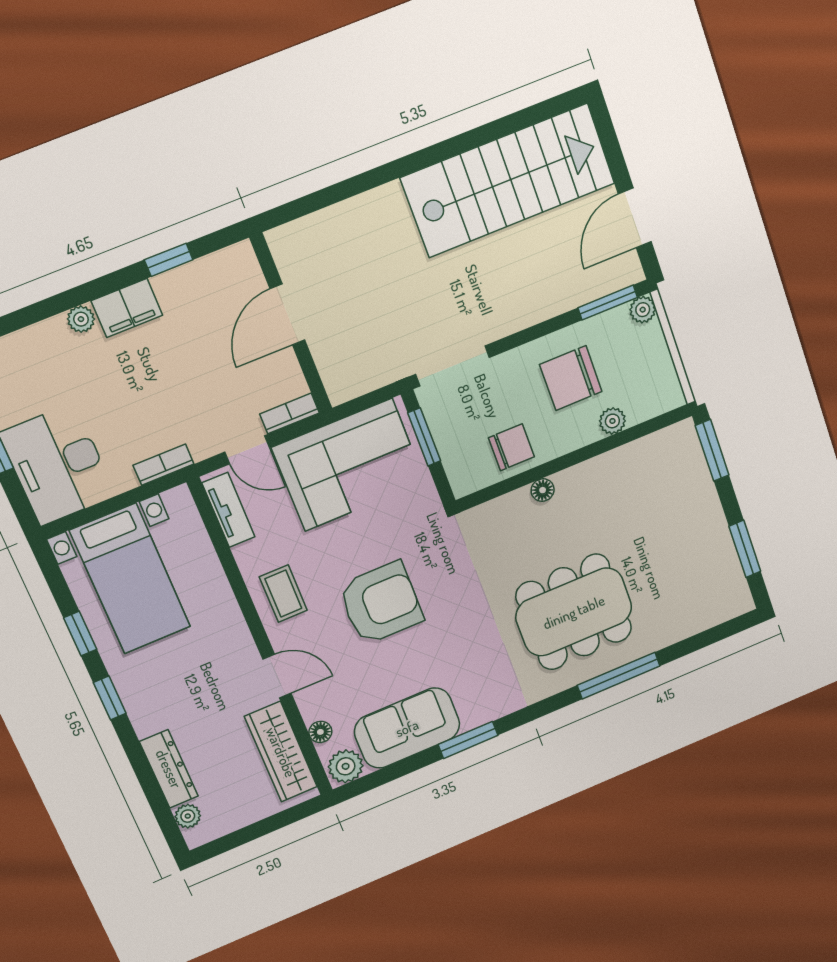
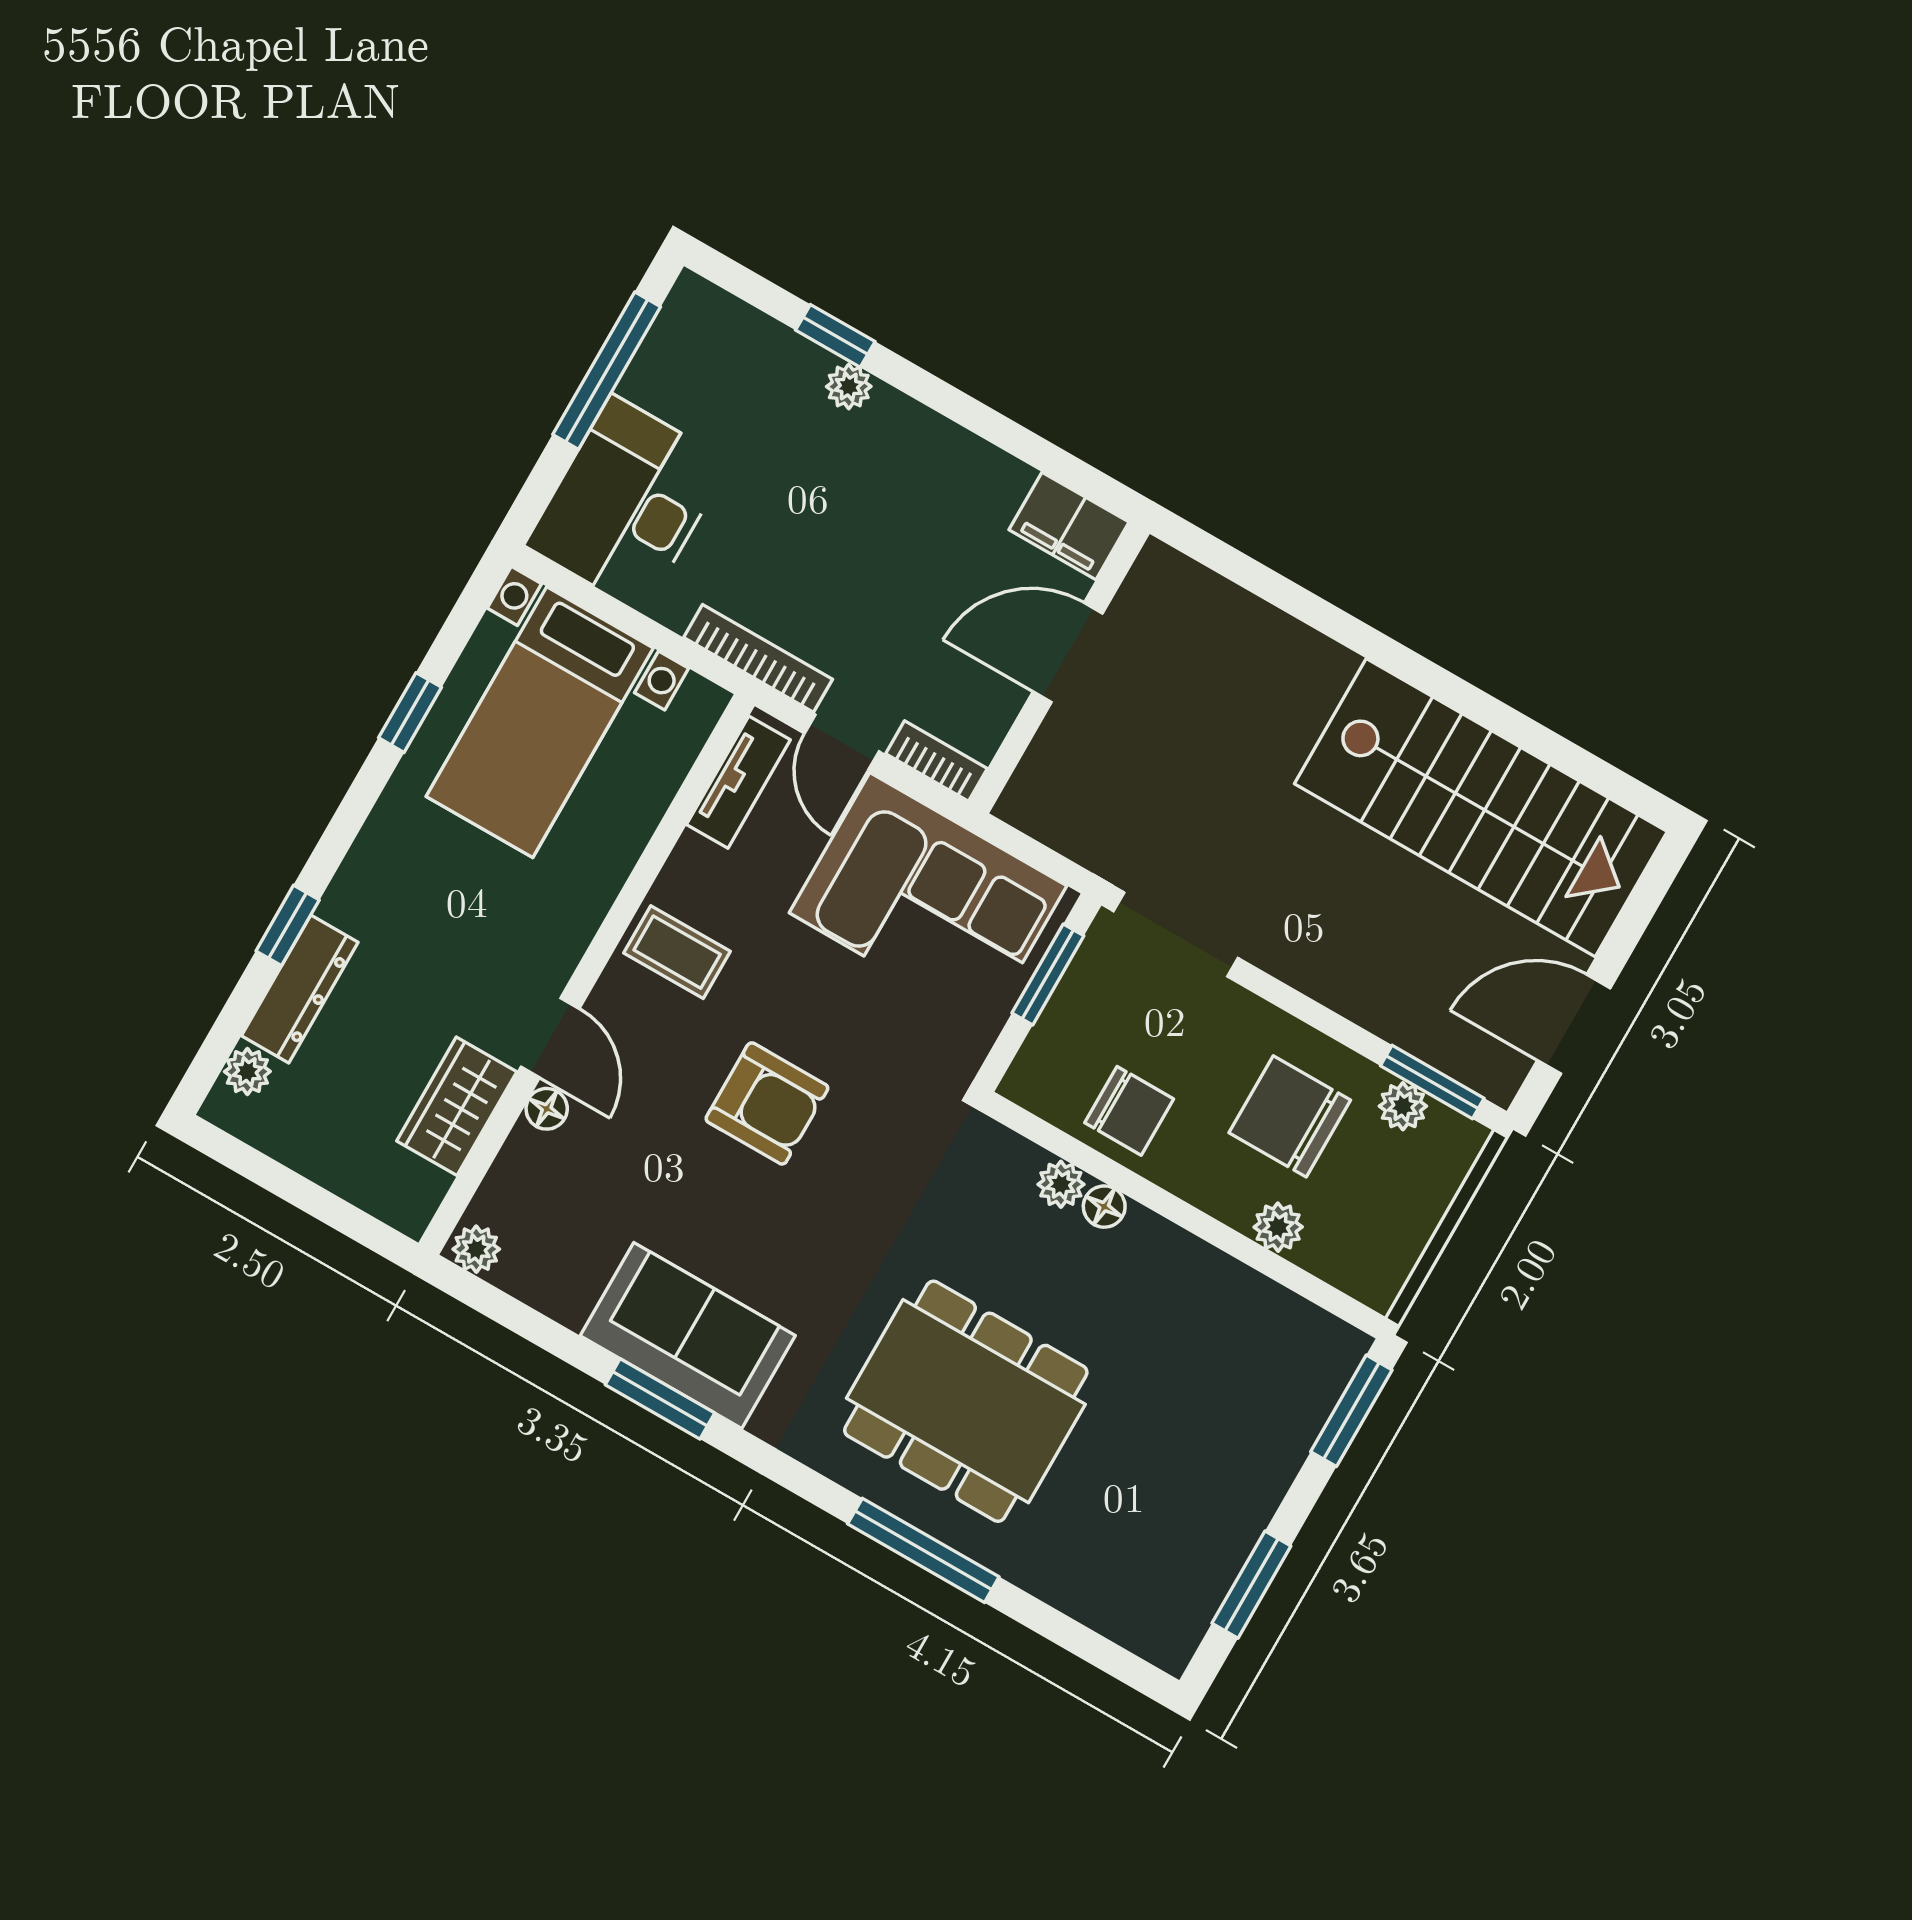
window: (169, 260) -> (835, 336), moved
filing cabinet: (127, 308) -> (1069, 526), moved
plant: (643, 310) -> (1403, 1106), moved
bookcase: (164, 465) -> (758, 658), width x1.56
plant: (518, 502) -> (1061, 1184), added
coffee table: (283, 594) -> (677, 952), turned 90
armchair: (381, 603) -> (767, 1103), width x0.73, depth x0.73
window: (110, 698) -> (288, 925), moved
sofa: (407, 728) -> (688, 1336), moved
floor lamp: (320, 732) -> (547, 1109), moved
wardrobe: (281, 752) -> (457, 1106), width x0.67
plant: (346, 766) -> (476, 1249), width x0.73, depth x0.73

